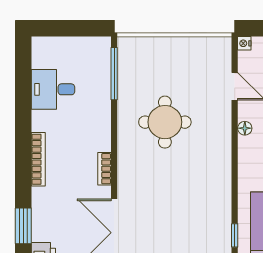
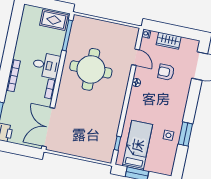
rug: (86, 53) -> (54, 20), added
desk: (53, 89) -> (46, 65), moved, turned 180
round table: (165, 122) -> (91, 69), width x1.36, depth x1.36

